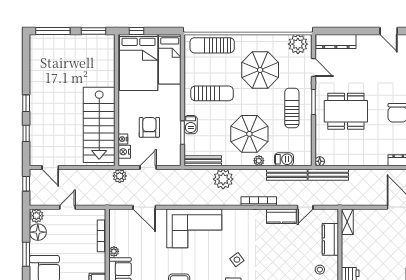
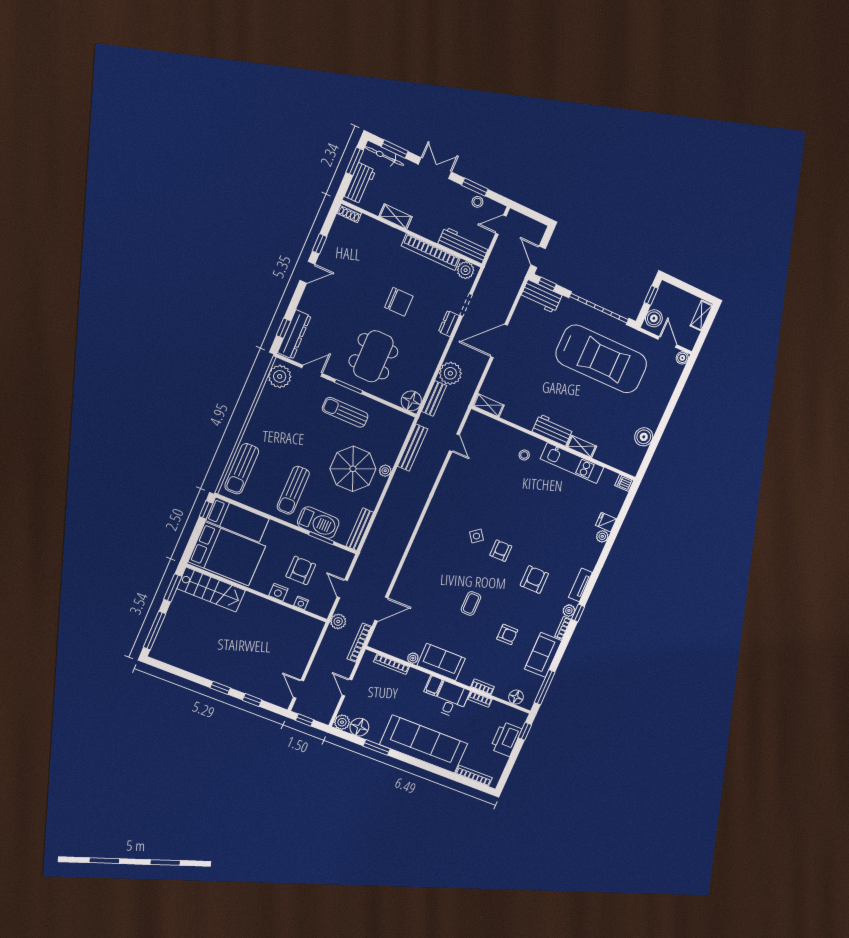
window: (136, 31) -> (206, 510), moved
window: (337, 31) -> (284, 328), added
parasol: (260, 70) -> (290, 429), removed
sun lounger: (212, 93) -> (293, 490), turned 180
stairs: (99, 125) -> (211, 590), moved, width x0.73, depth x0.66
barbecue: (191, 125) -> (318, 523), width x1.88, depth x1.53
armchair: (149, 127) -> (301, 570), turned 90
nightstand: (124, 152) -> (278, 592), moved
barbecue: (284, 159) -> (395, 444), removed
floor lamp: (320, 161) -> (411, 401), width x1.89, depth x1.89
door: (50, 168) -> (298, 689), swing flipped
bench: (328, 175) -> (434, 398), width x0.73
plant: (223, 179) -> (450, 373), moved
bookcase: (259, 201) -> (359, 643), moved
kitchen counter: (281, 216) -> (453, 471), removed
corner sofa: (194, 228) -> (425, 567), removed
kitchen counter: (330, 239) -> (499, 431), removed

